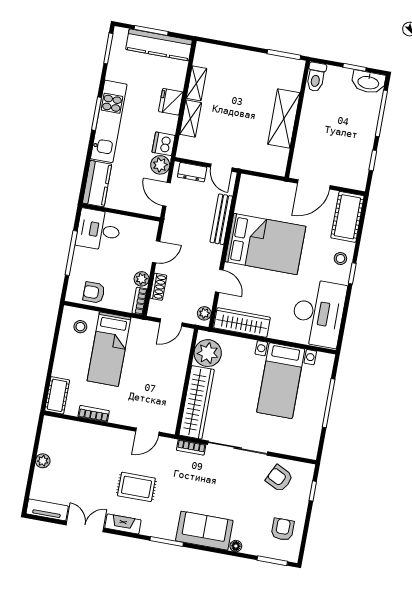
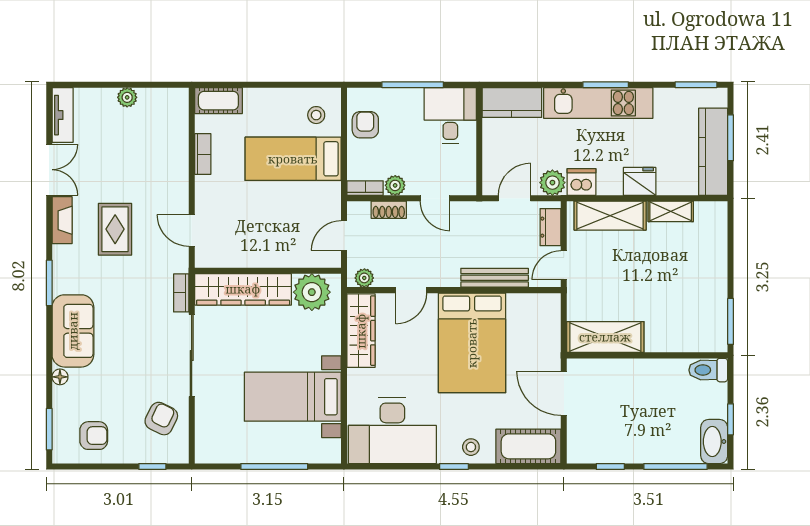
shelving: (191, 118) -> (610, 216), width x1.50, depth x1.33
shelving: (284, 119) -> (605, 337), moved
door: (171, 322) -> (344, 236), hinge flipped

